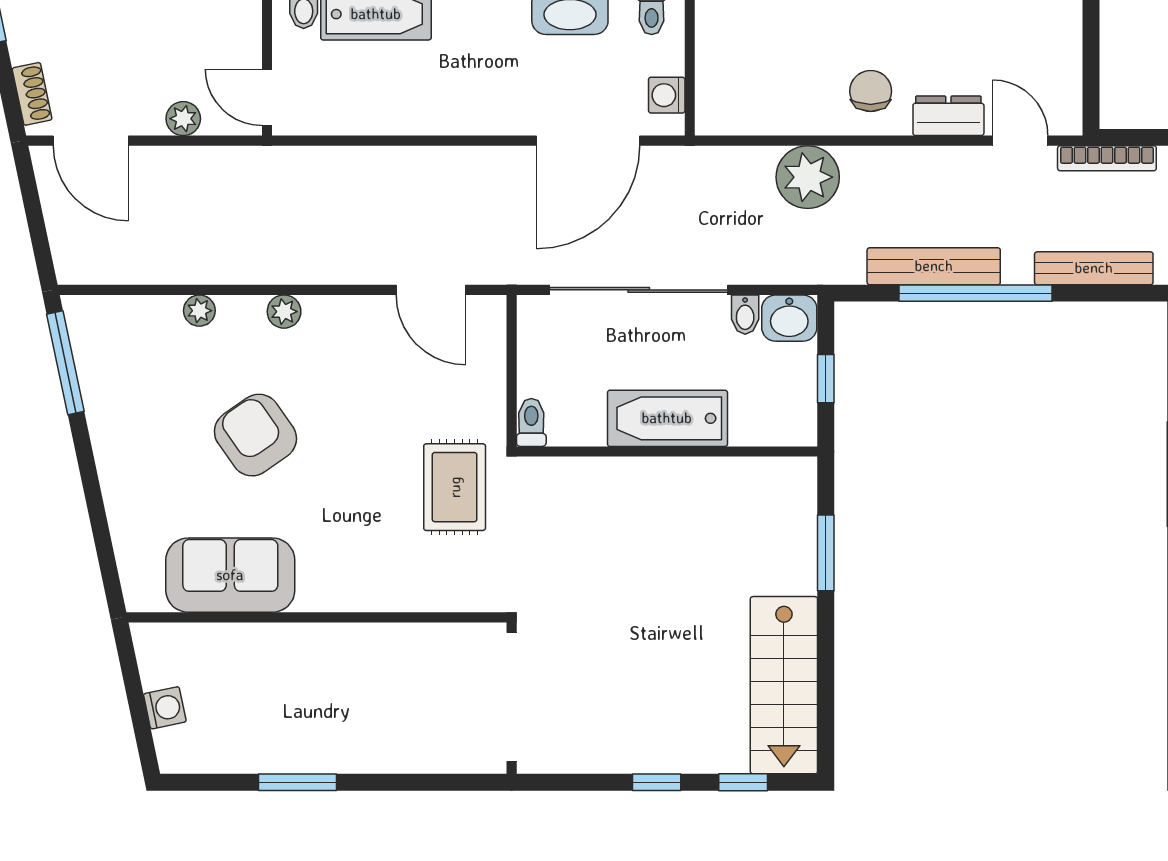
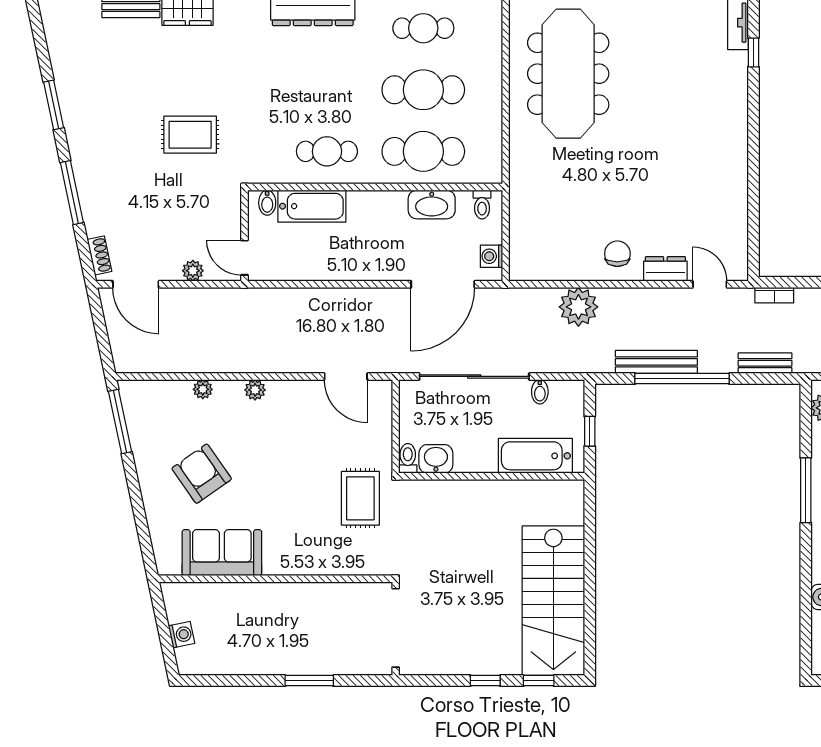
bookcase: (1107, 158) -> (774, 295), width x0.64
bench: (1094, 268) -> (765, 363), width x0.73
washbasin: (789, 318) -> (436, 459), moved, turned 180
bathtub: (667, 418) -> (535, 456), moved
armchair: (255, 435) -> (202, 474), moved
window: (826, 553) -> (590, 539), removed
stairs: (784, 685) -> (553, 601), width x1.36, depth x1.51
window: (298, 782) -> (309, 681), moved

